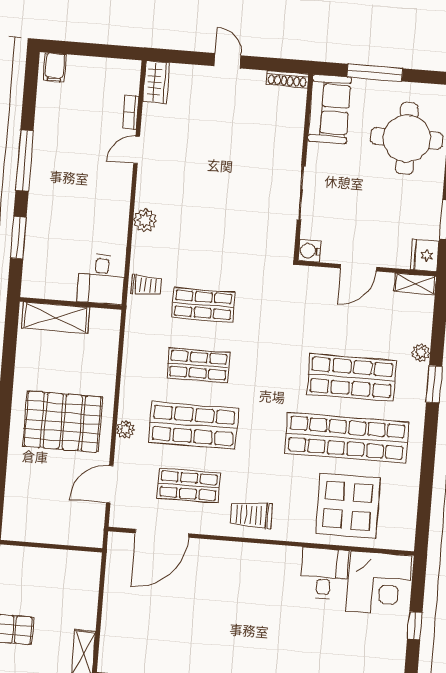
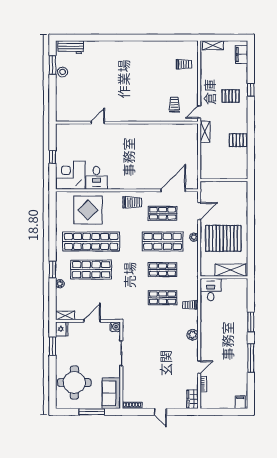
desk: (101, 279) -> (211, 290), moved
wall: (71, 303) -> (224, 277), moved
shelving: (56, 318) -> (230, 270), moved

